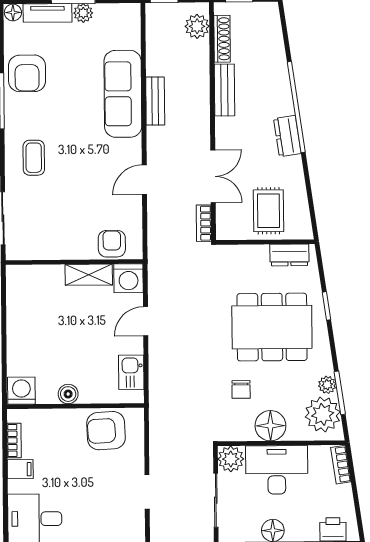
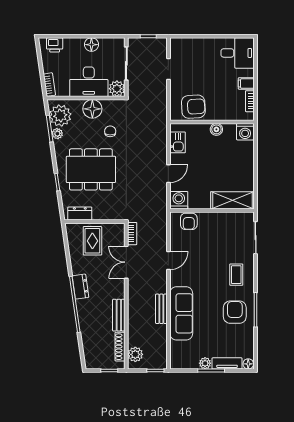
armchair: (27, 73) -> (235, 312), moved
shelving: (89, 275) -> (232, 200), moved, width x1.50, depth x1.33

